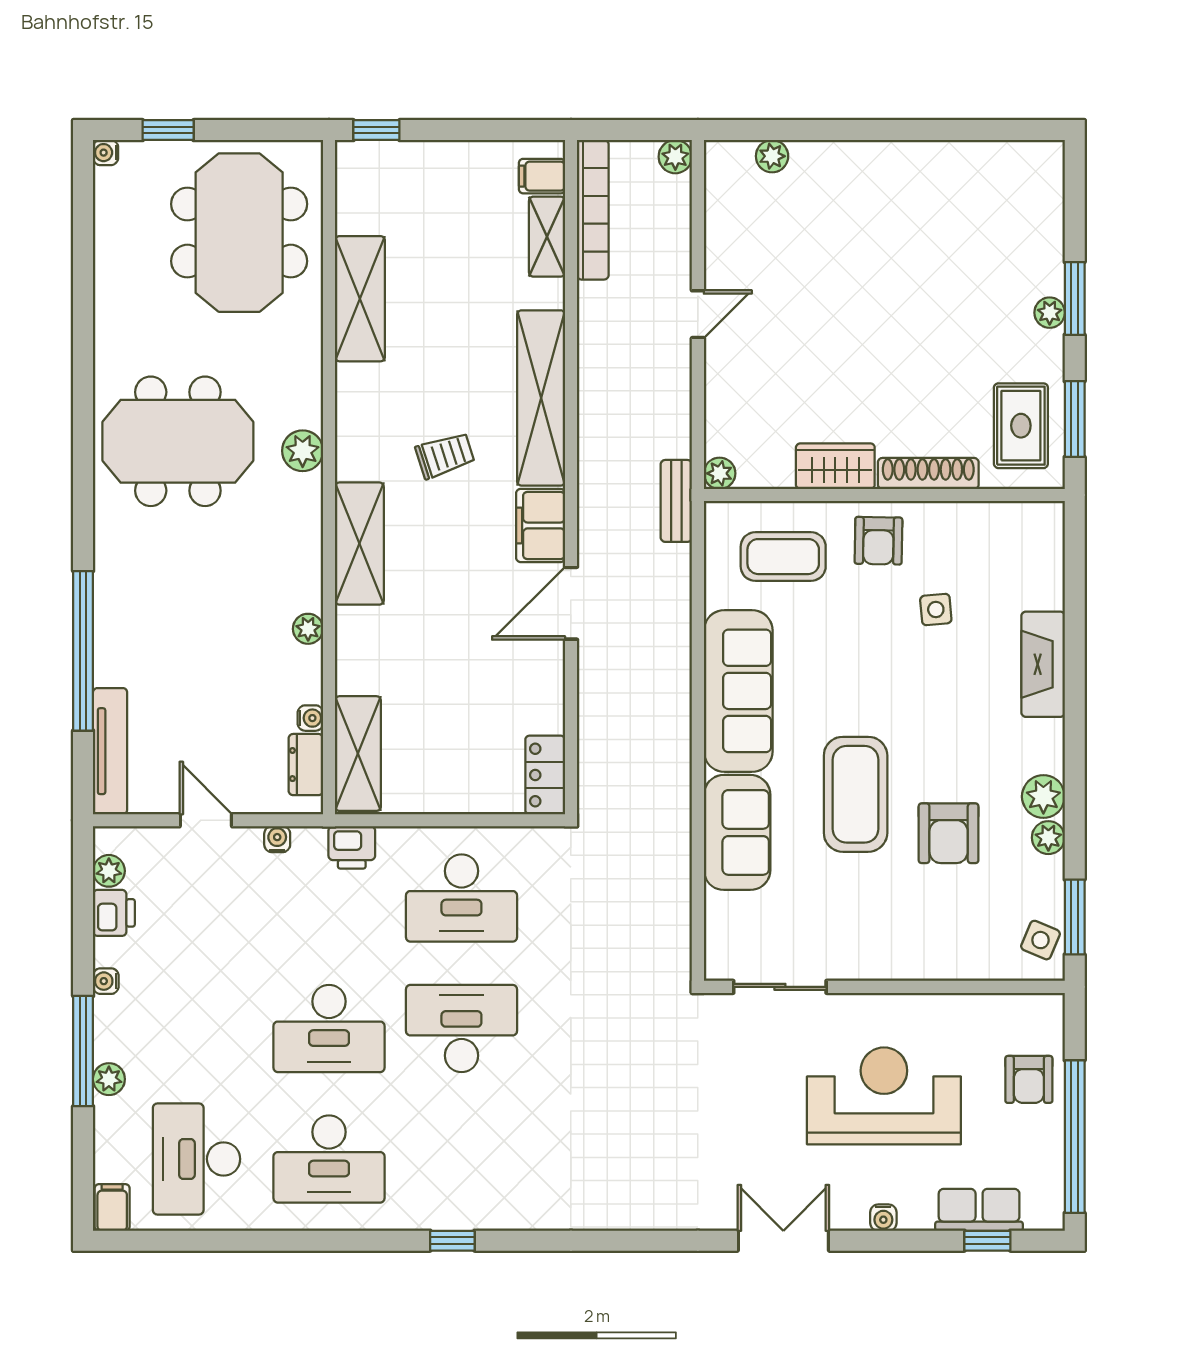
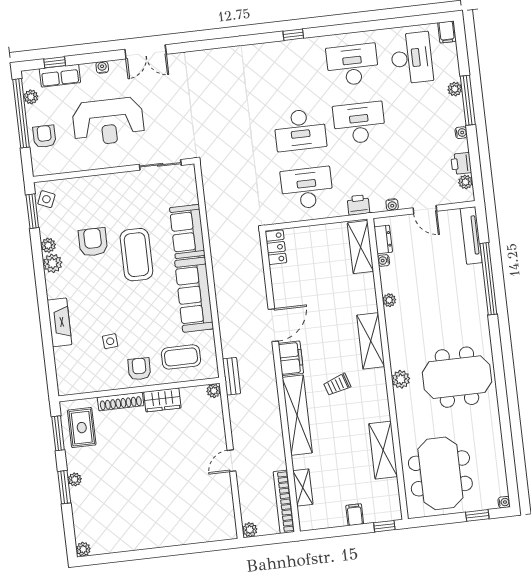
plant: (772, 156) -> (83, 549), moved
filing cabinet: (542, 176) -> (355, 515), moved, turned -90
plant: (1049, 1170) -> (31, 97), added

